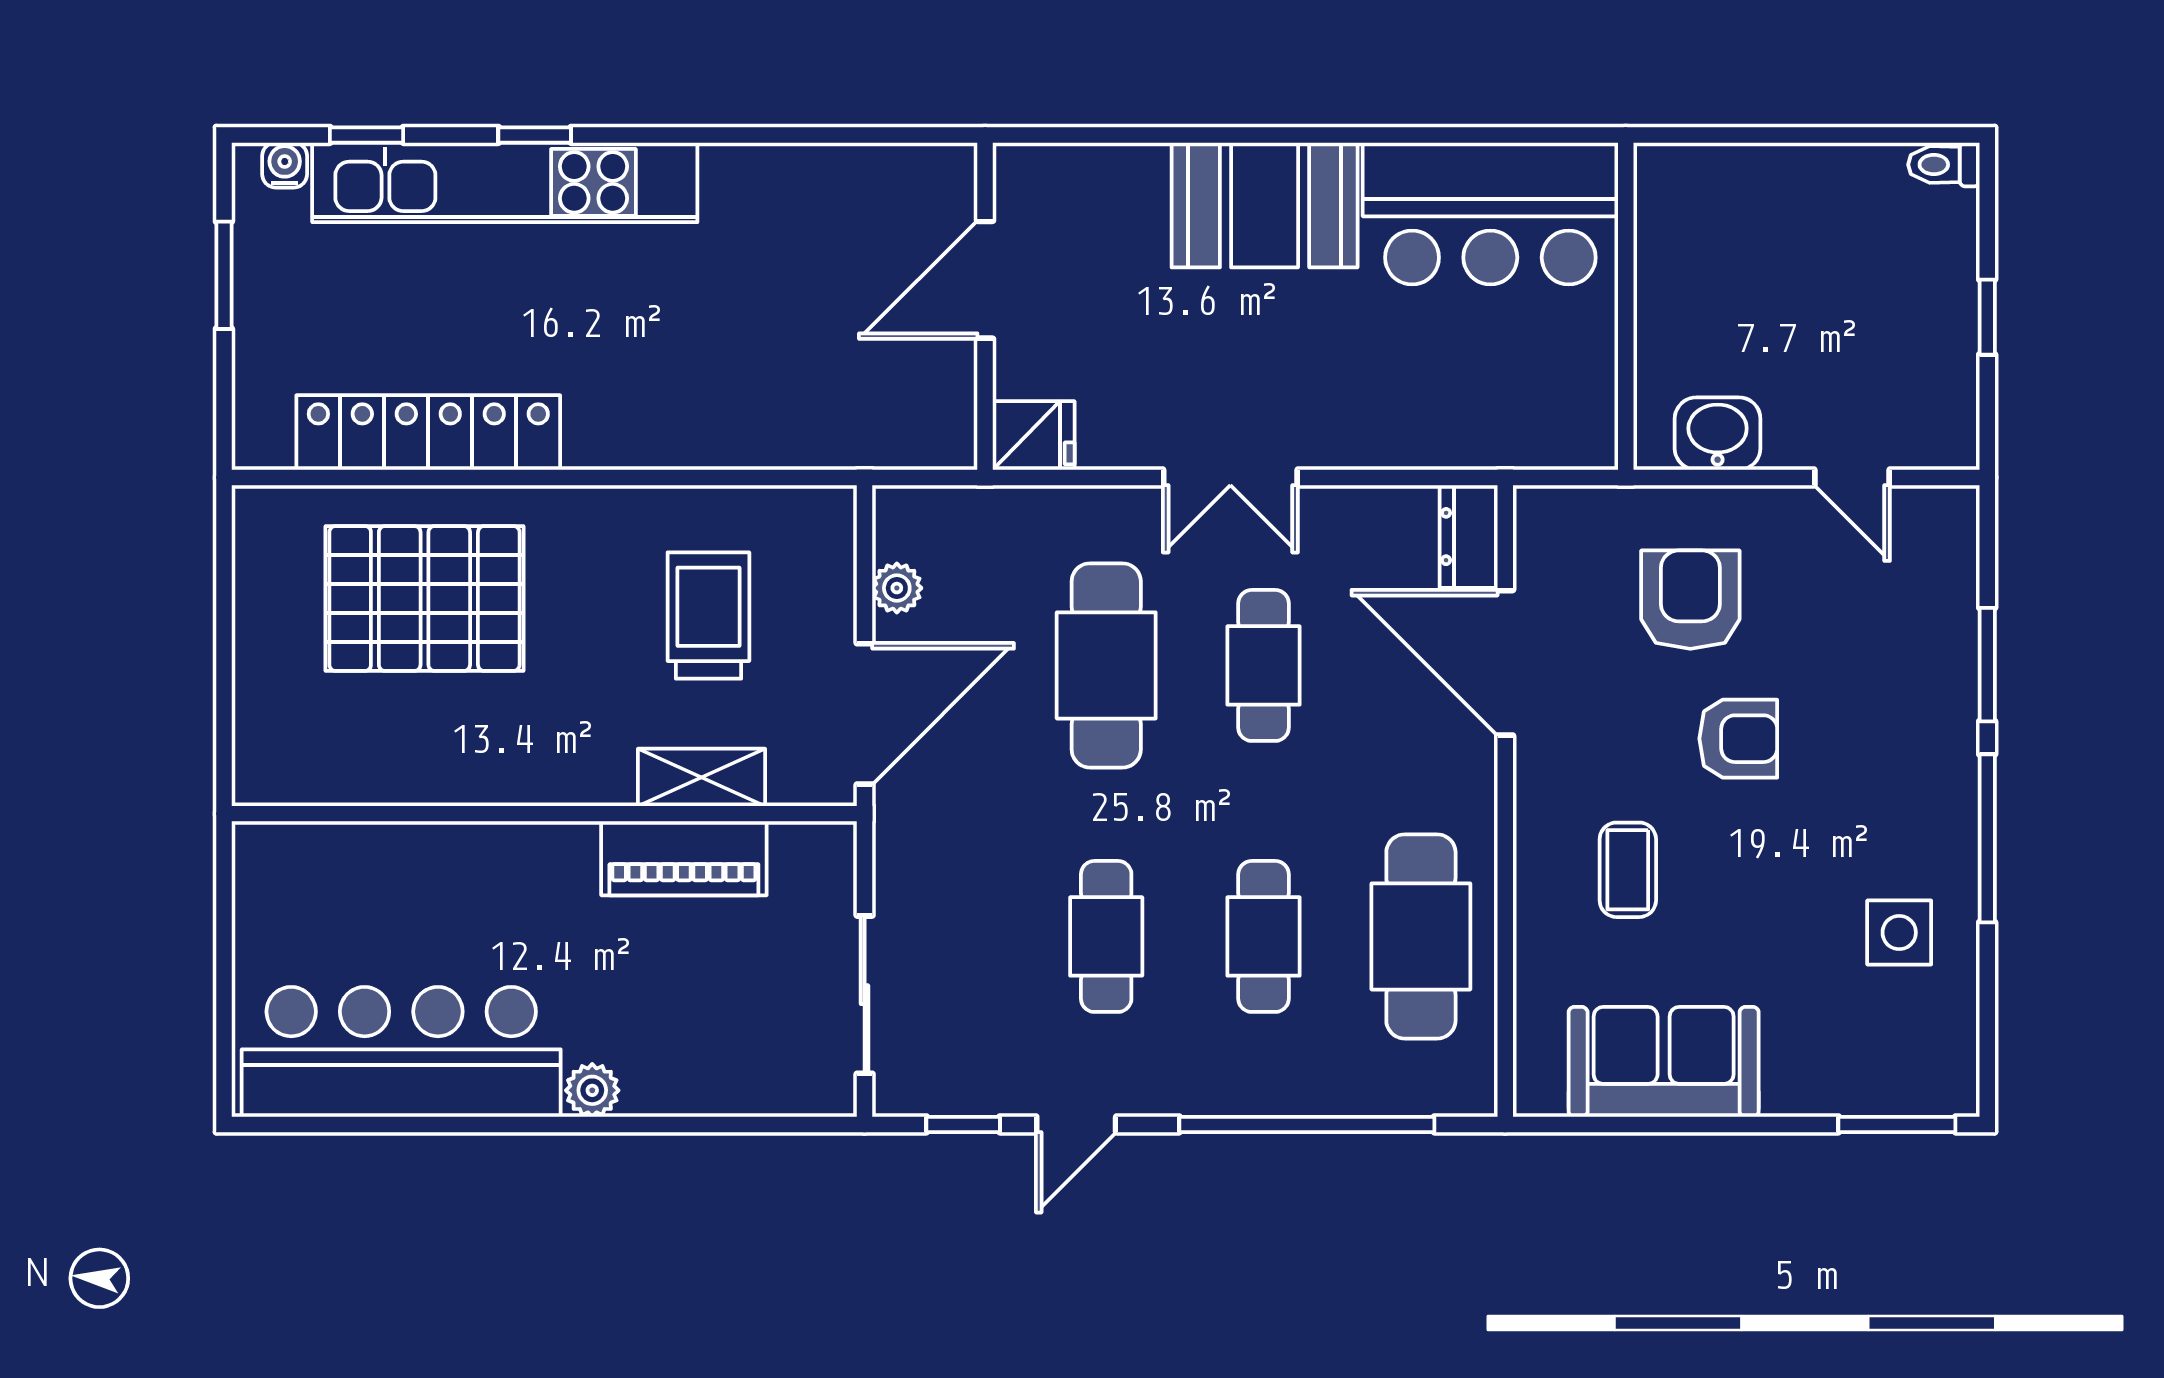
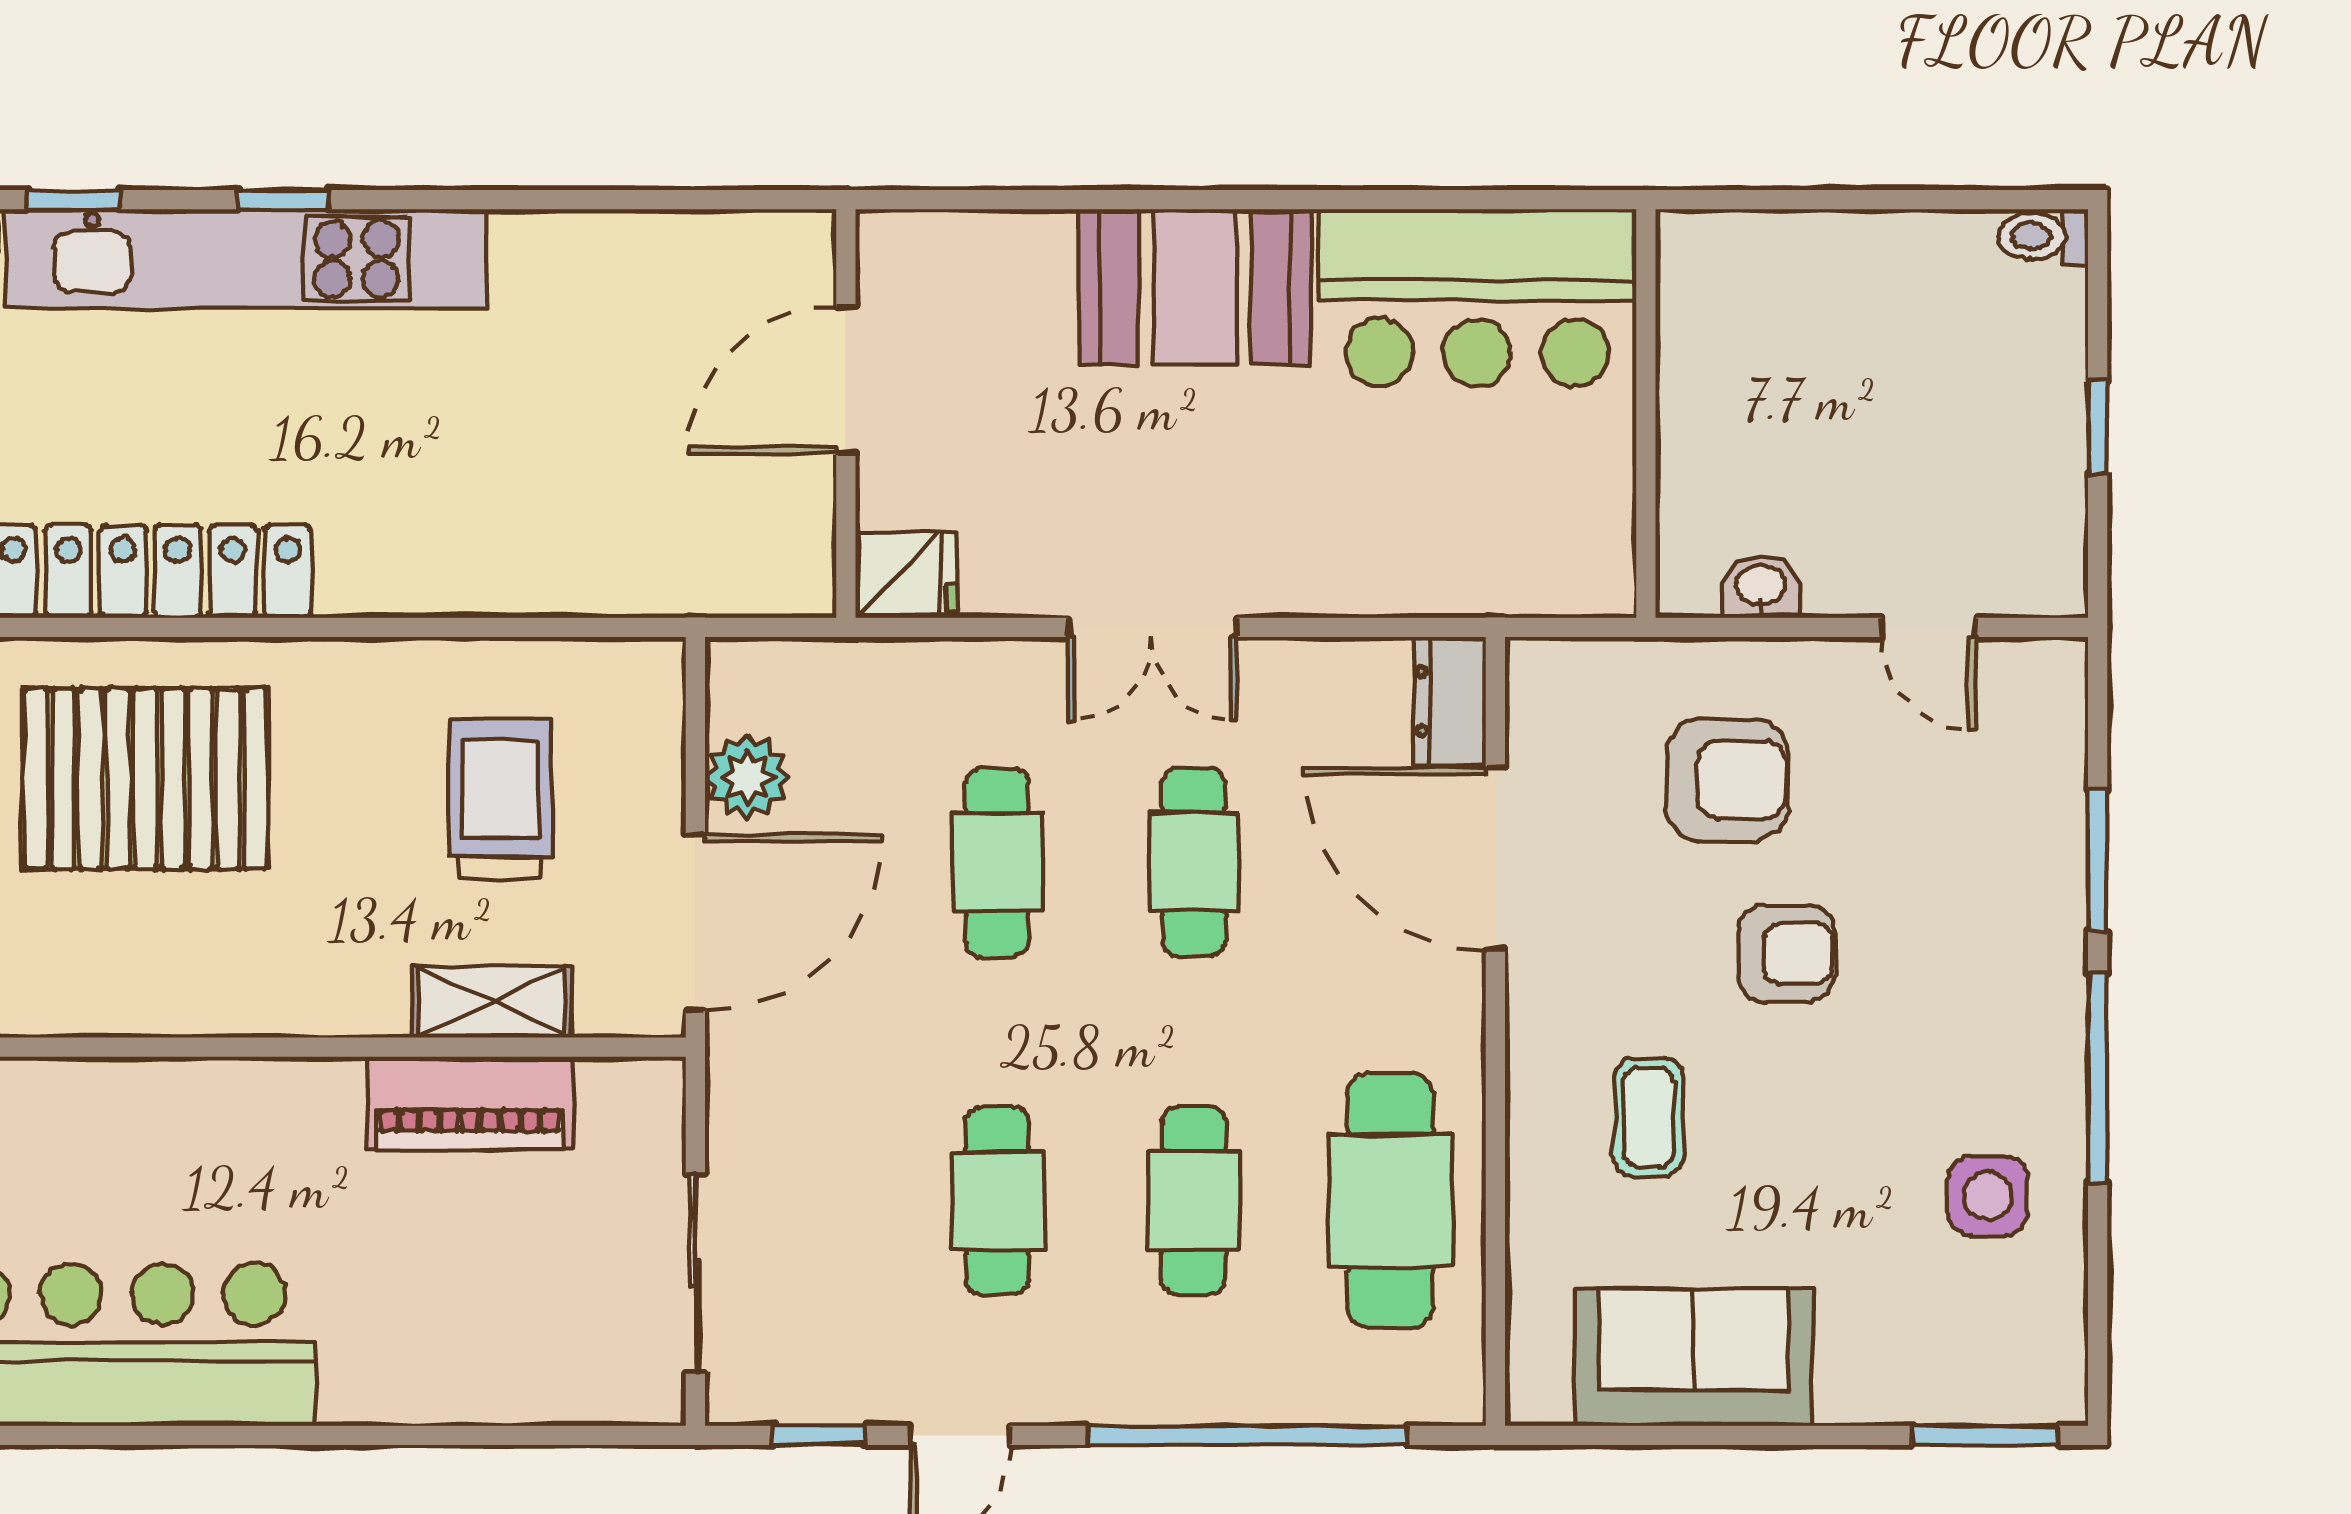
washbasin: (1718, 434) -> (1761, 587), width x0.72, depth x0.69
plant: (897, 588) -> (747, 777), width x1.38, depth x1.38
armchair: (1690, 600) -> (1727, 780), turned 90
cafe table: (1106, 665) -> (997, 862), width x0.73, depth x0.74
plant: (592, 1090) -> (355, 1393), removed

